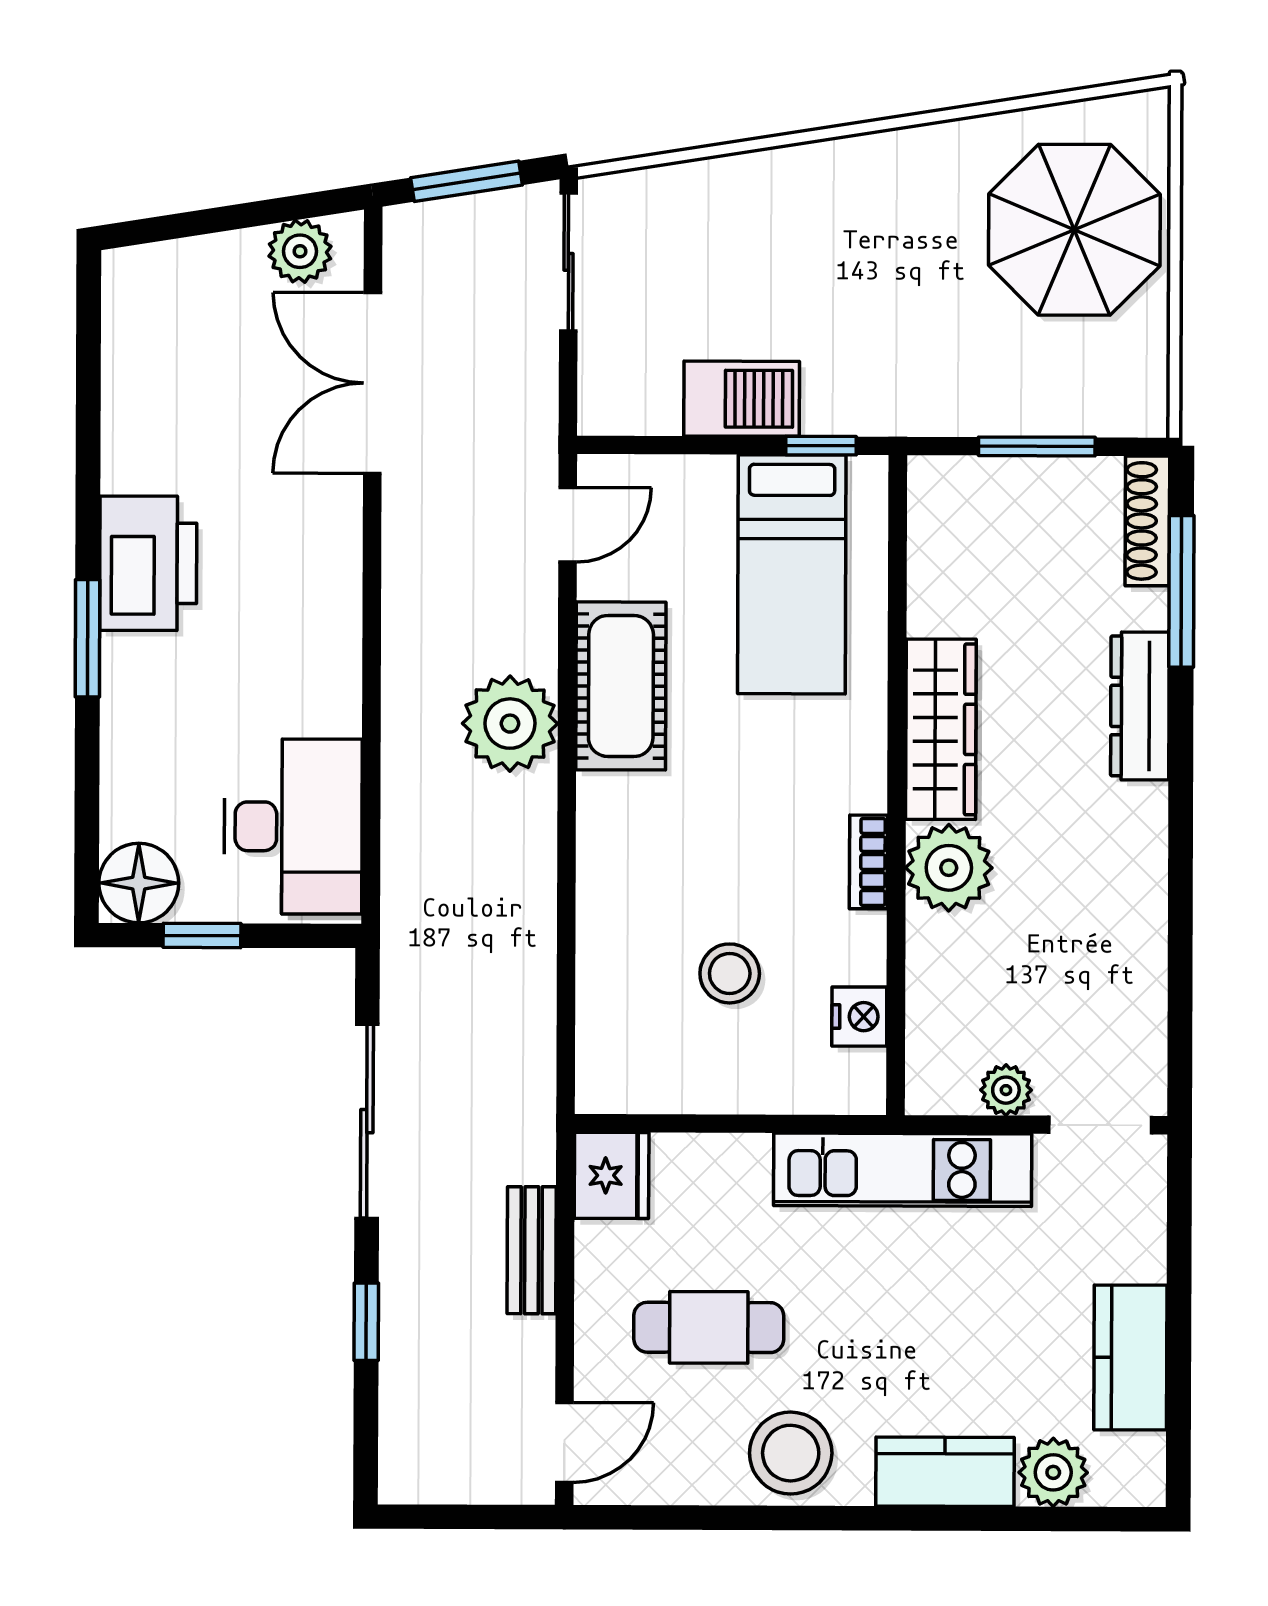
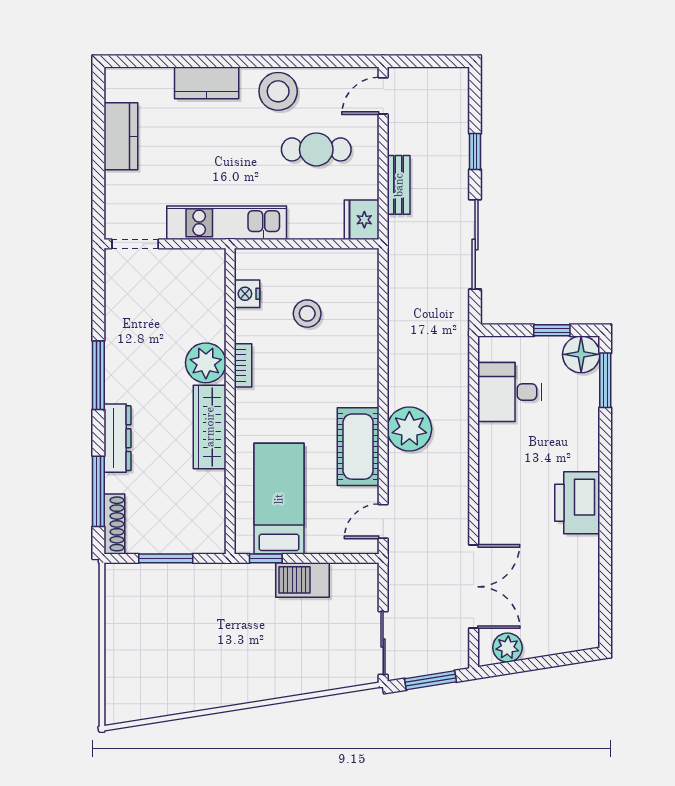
parasol: (1074, 230) -> (149, 659), removed
window: (87, 638) -> (605, 380), moved
desk: (293, 826) -> (510, 392), width x0.73
window: (1181, 842) -> (98, 375), added
plant: (1006, 1090) -> (179, 260), removed
plant: (1053, 1472) -> (156, 83), removed

